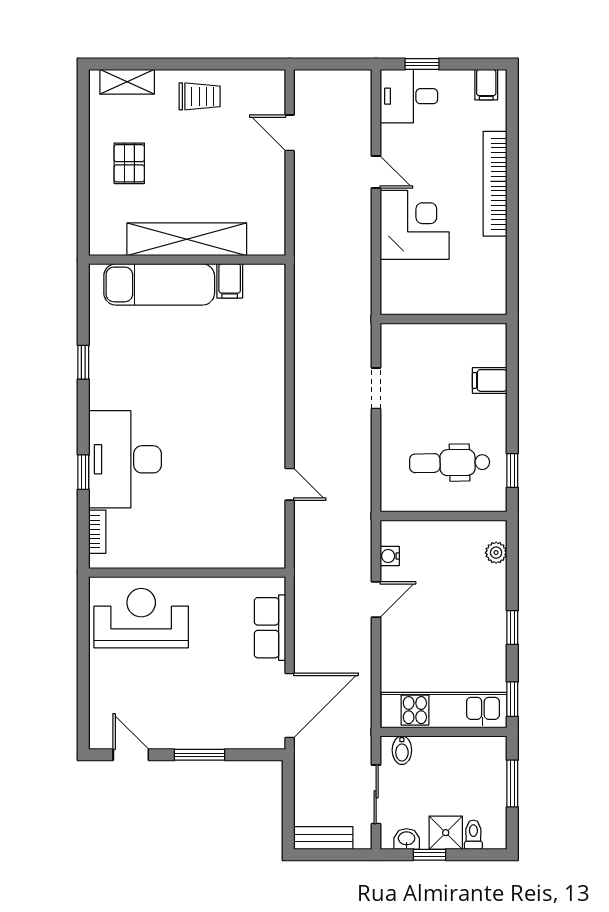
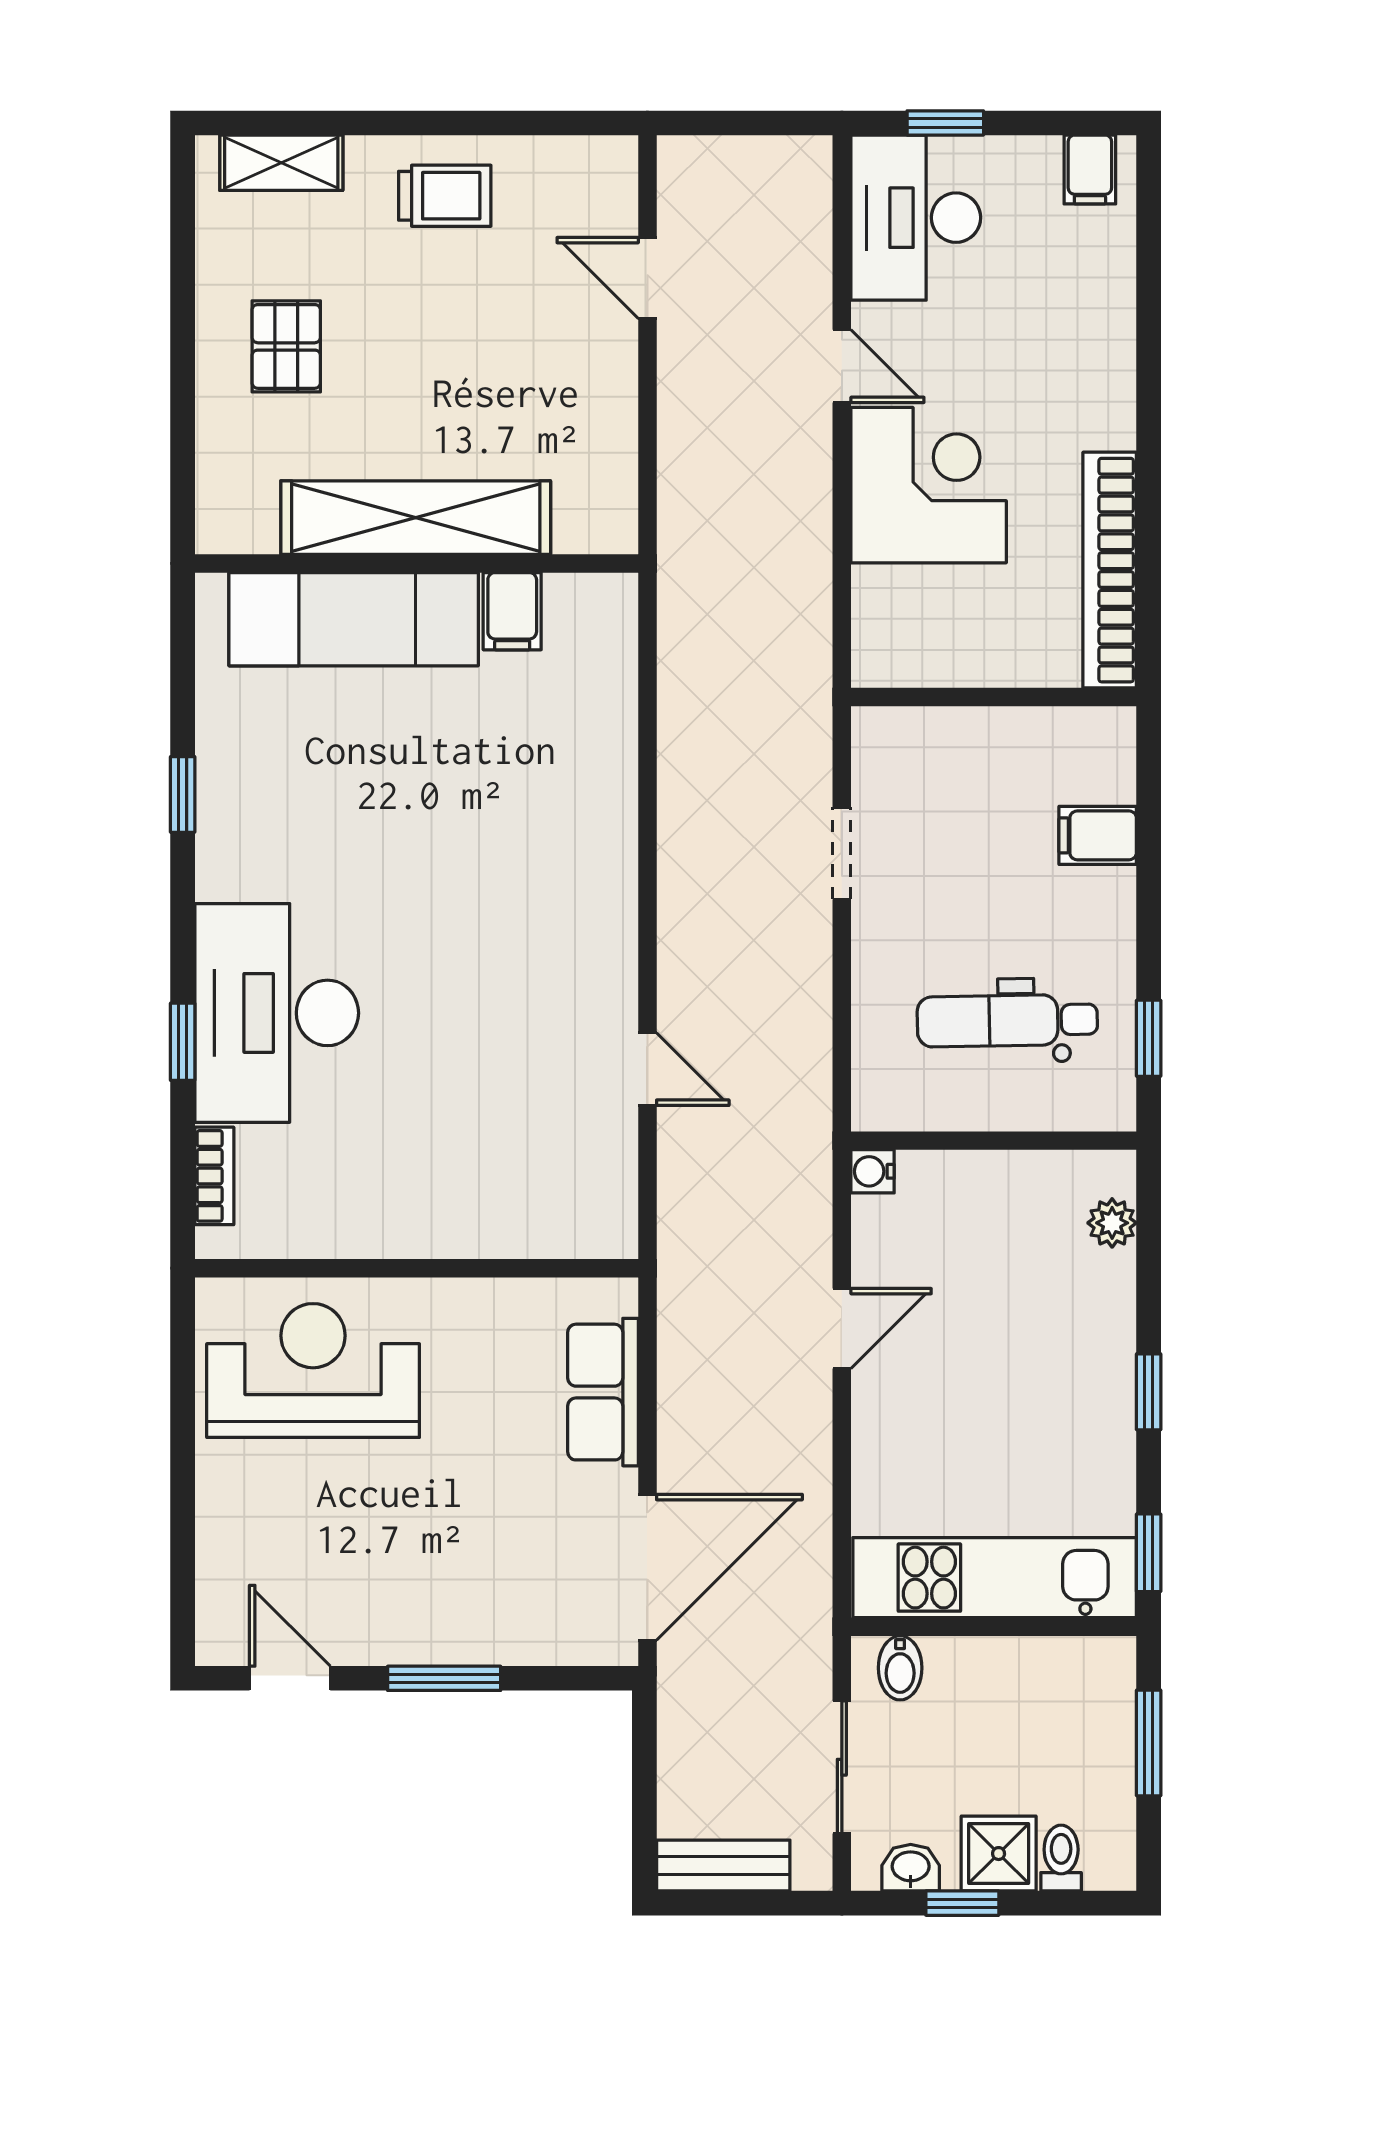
desk: (409, 96) -> (916, 218), width x1.37
bookcase: (495, 184) -> (1110, 570), moved
water cooler: (390, 556) -> (873, 1171), moved

